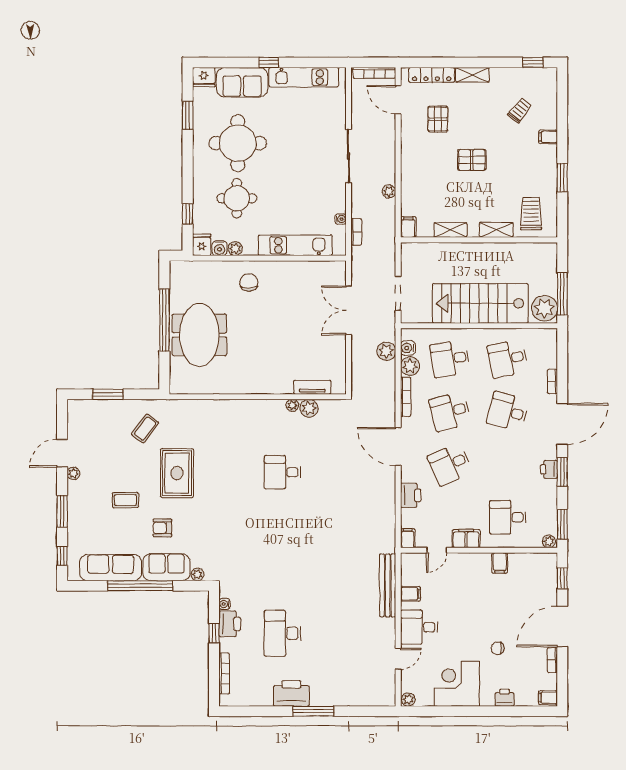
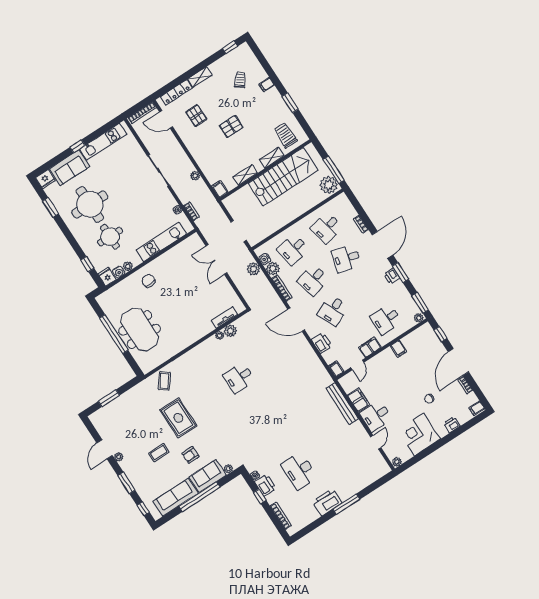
stairs: (480, 303) -> (283, 177), moved, turned 180
coffee table: (145, 429) -> (164, 381), moved
filing cabinet: (410, 594) -> (358, 400), width x2.00

